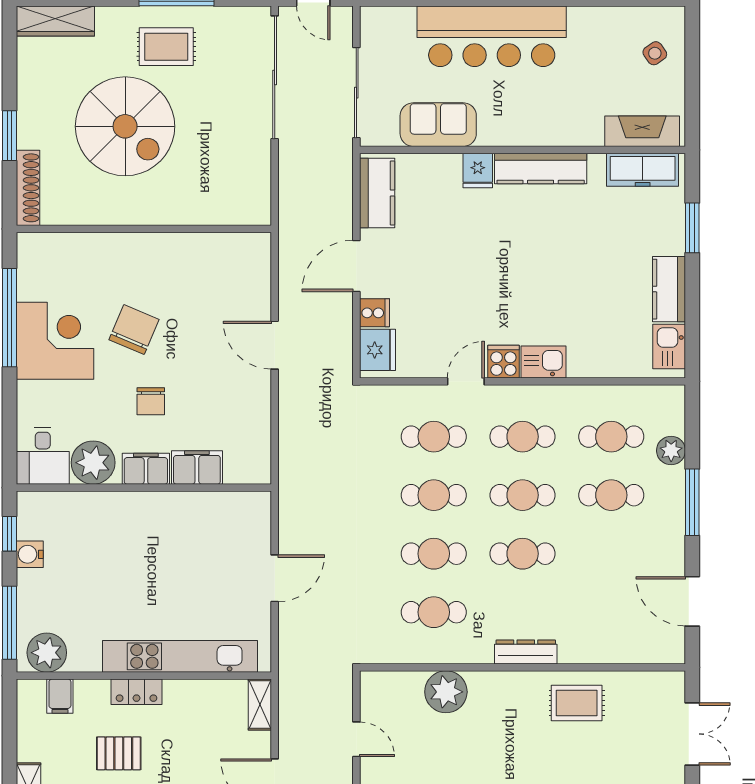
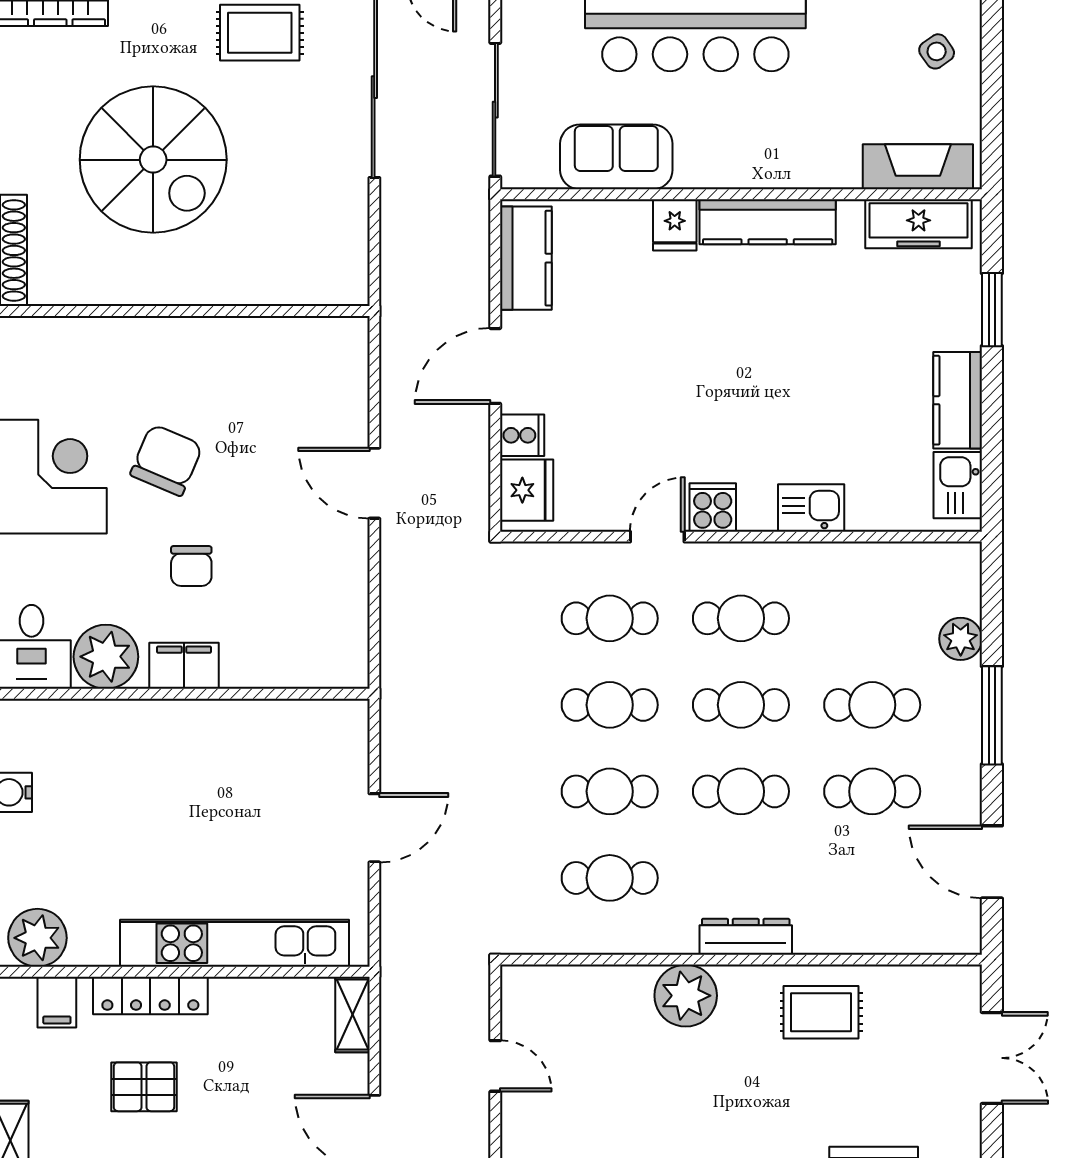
rug: (166, 47) -> (260, 33), moved
kitchen sink: (544, 362) -> (811, 508), moved
cafe table: (611, 437) -> (872, 791), moved
filing cabinet: (197, 467) -> (259, 664), removed
locker: (136, 692) -> (150, 996), width x1.53
plant: (446, 692) -> (686, 996), moved

